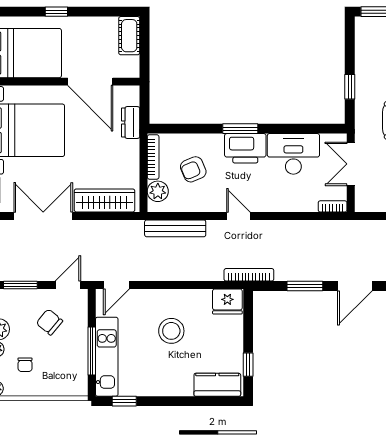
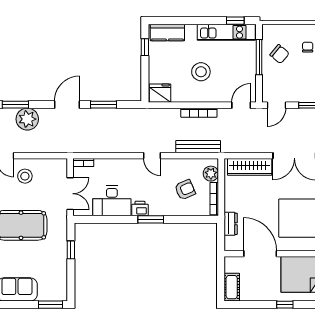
printer: (245, 148) -> (140, 208), width x0.53, depth x0.68
bookcase: (249, 275) -> (199, 113), moved
chair: (49, 322) -> (279, 54), moved
kitchen unit: (107, 357) -> (226, 32), moved, turned -90

